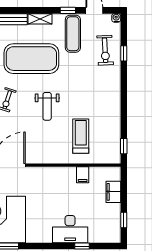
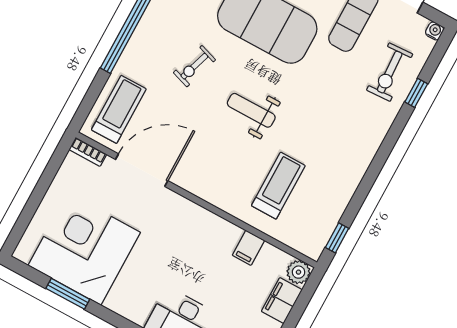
weight bench: (47, 106) -> (251, 110), turned 90
plant: (114, 173) -> (298, 272), added

